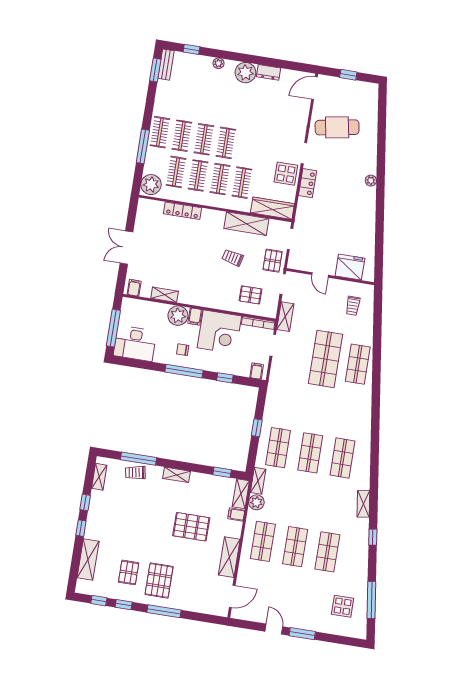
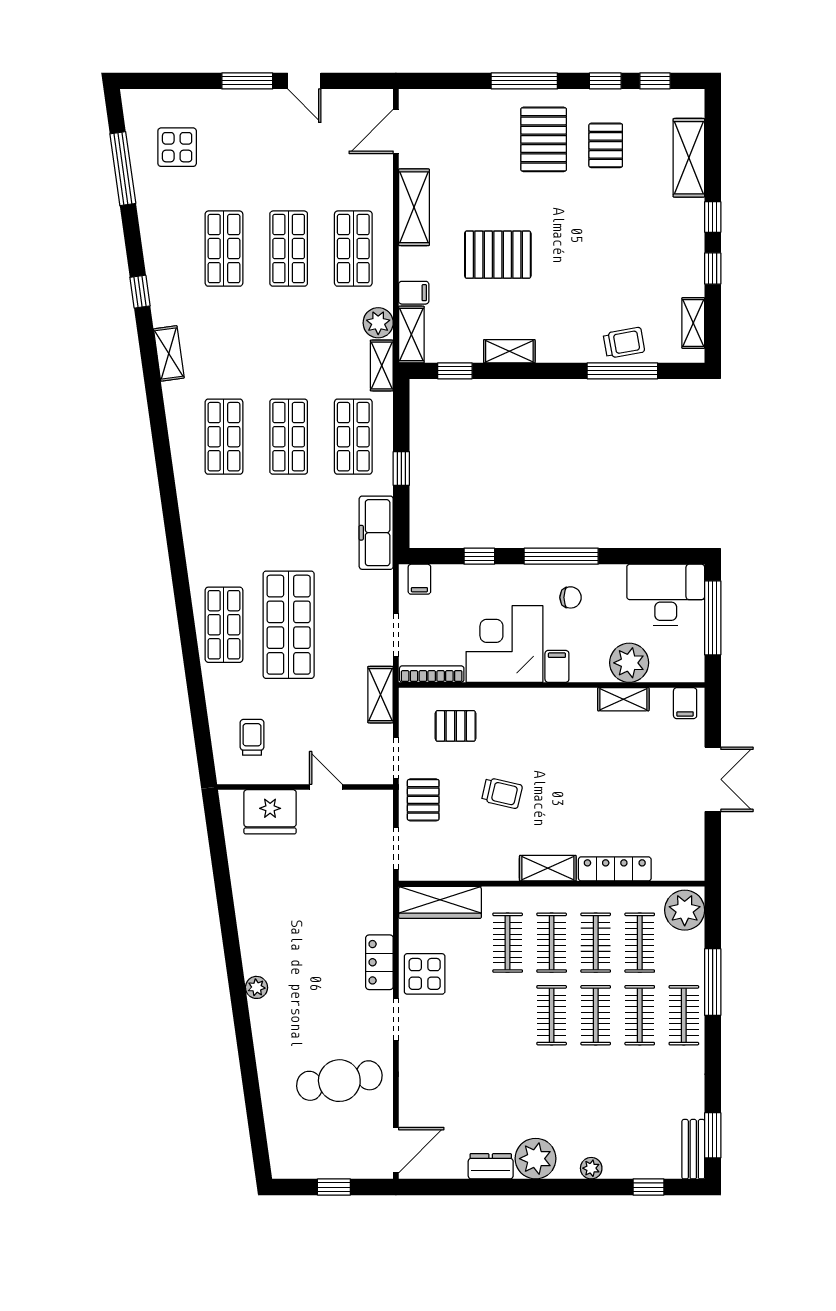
shelving: (246, 224) -> (548, 868), moved, width x0.67, depth x0.75
plant: (178, 316) -> (629, 663), moved
freezer: (274, 398) -> (376, 533), added
shelving: (177, 475) -> (509, 351), moved

